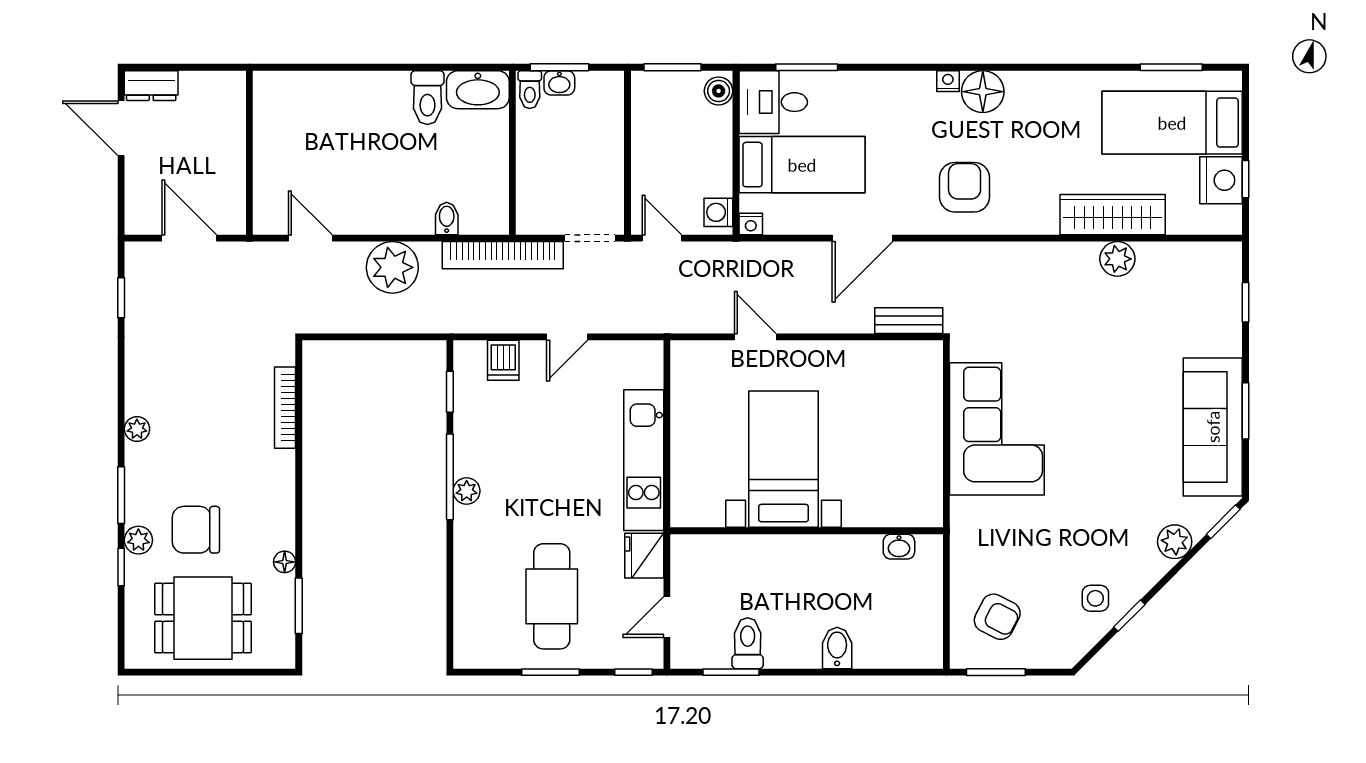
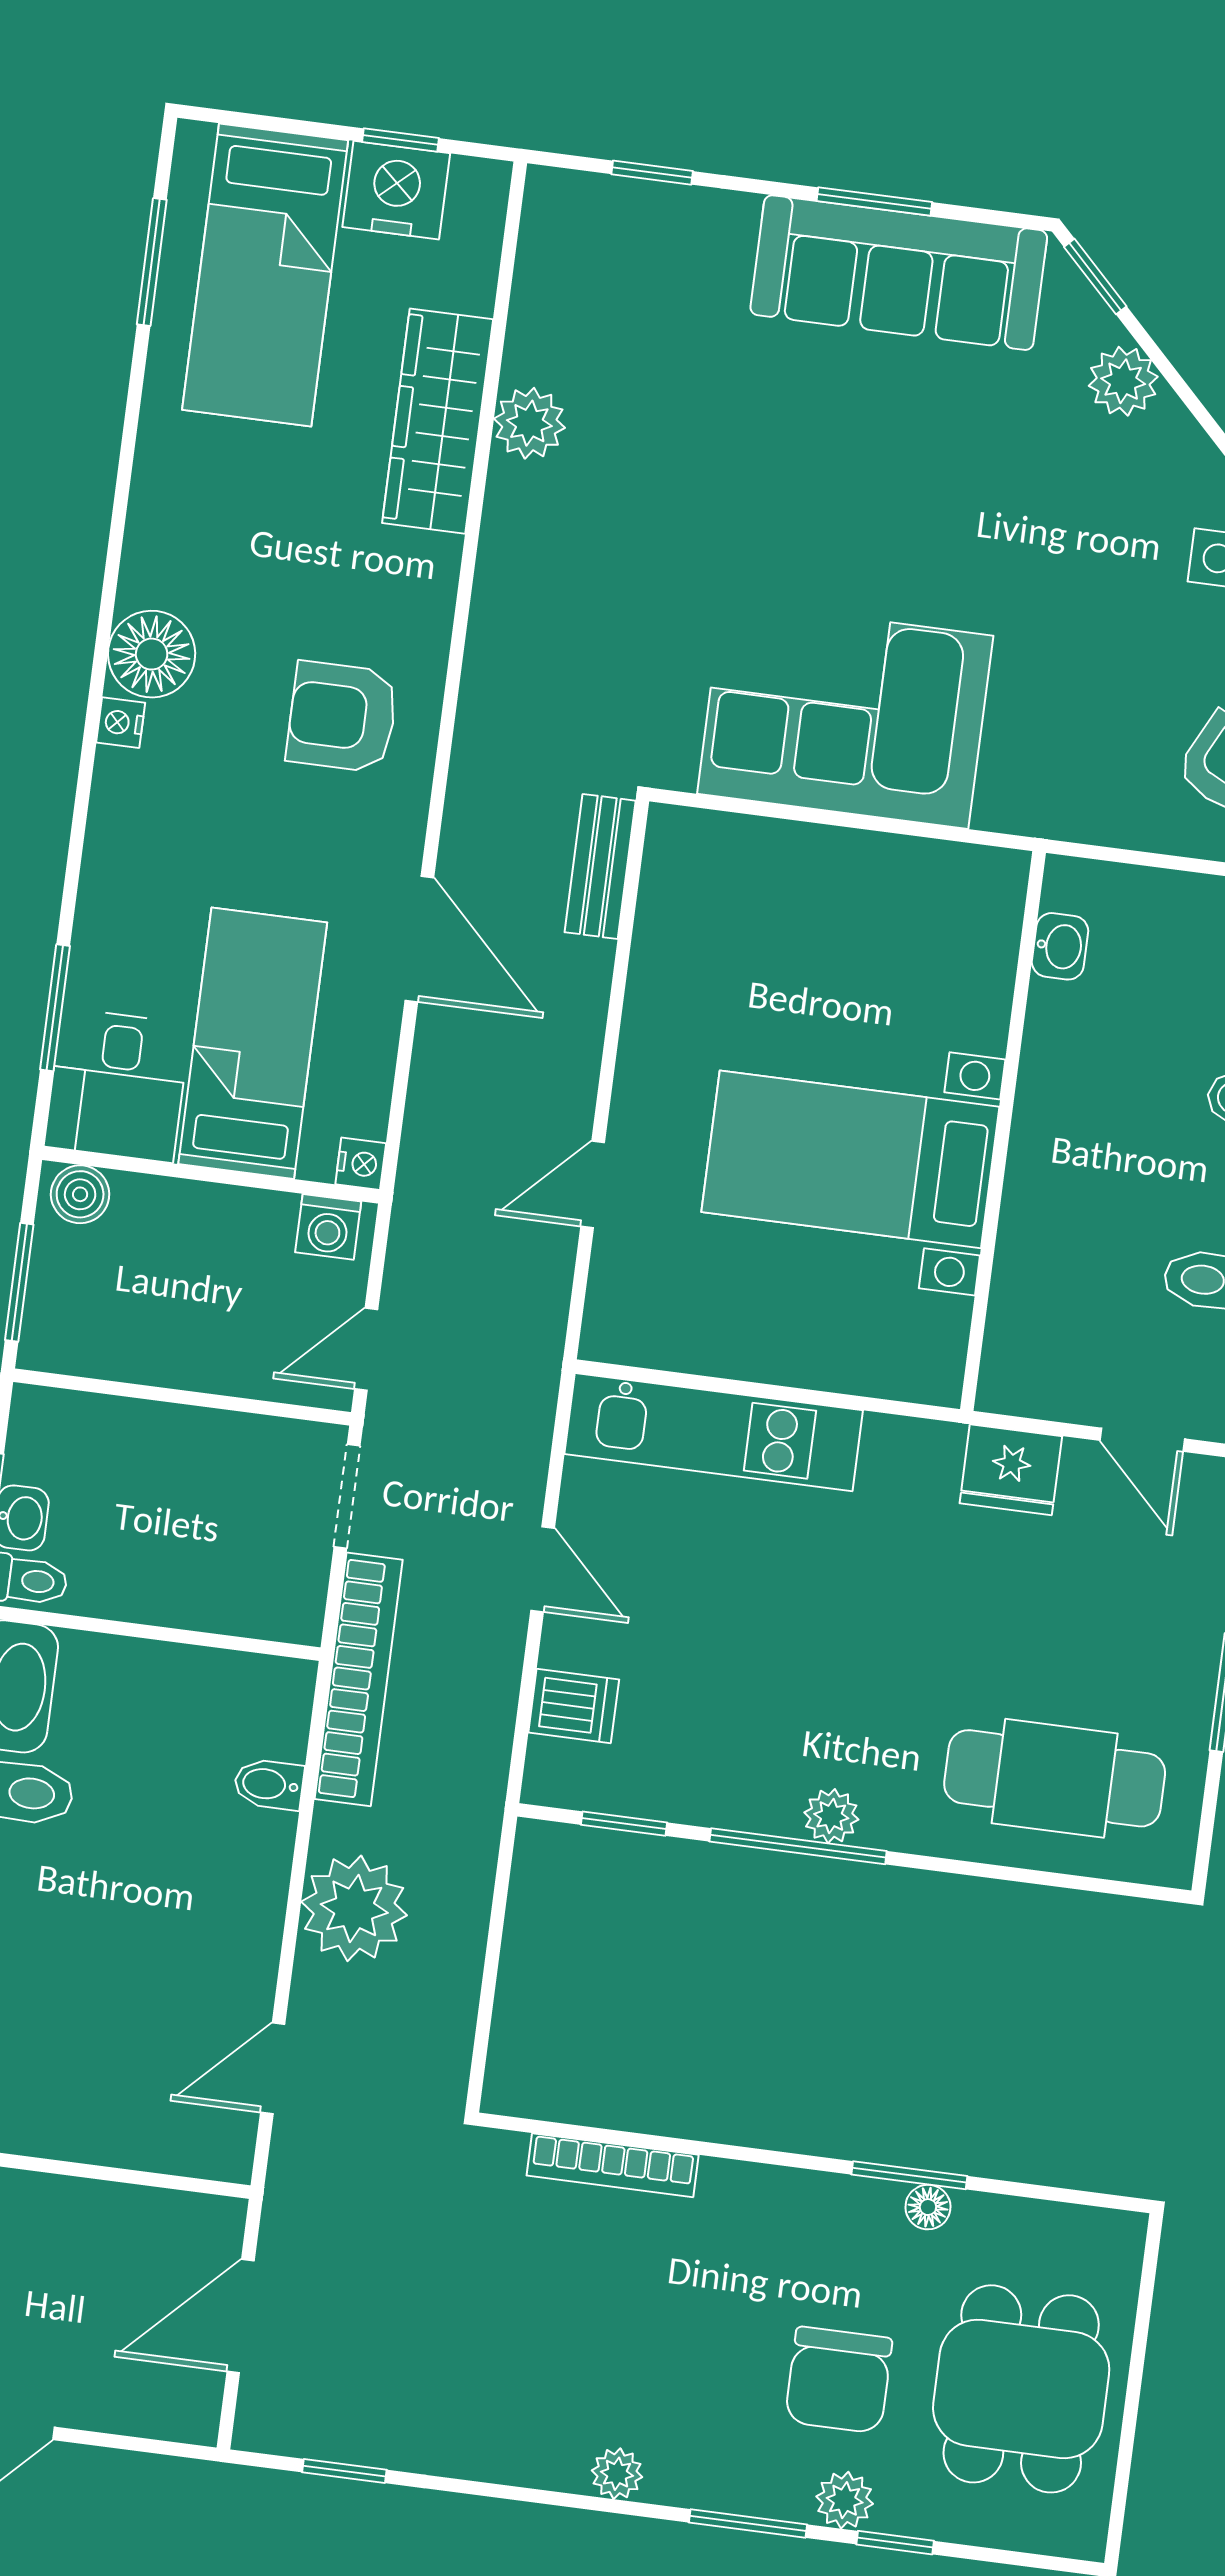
kitchen unit: (644, 460) -> (714, 1432), moved
cafe table: (552, 596) -> (1055, 1778), moved
window: (299, 606) -> (909, 2175), moved

